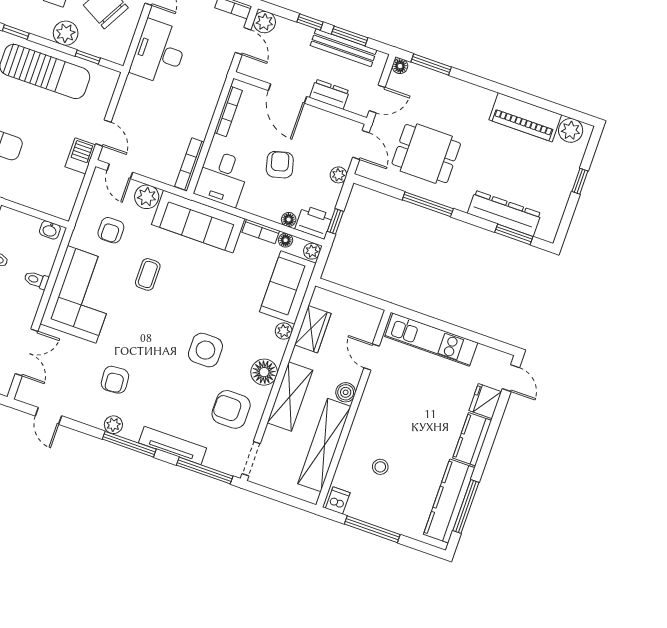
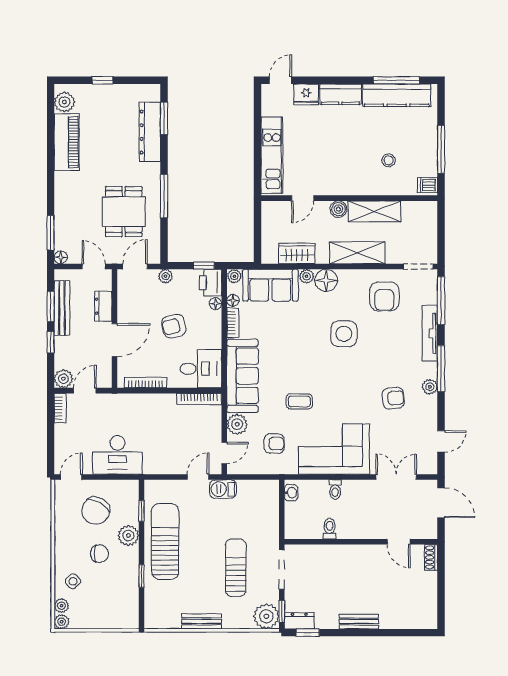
floor lamp: (264, 372) -> (326, 280), moved
shelving: (324, 445) -> (374, 211), width x0.68

